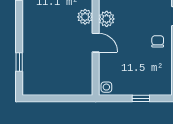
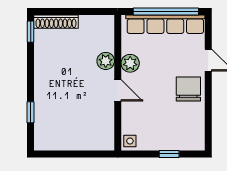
chair: (158, 41) -> (188, 89), width x1.87, depth x1.87

